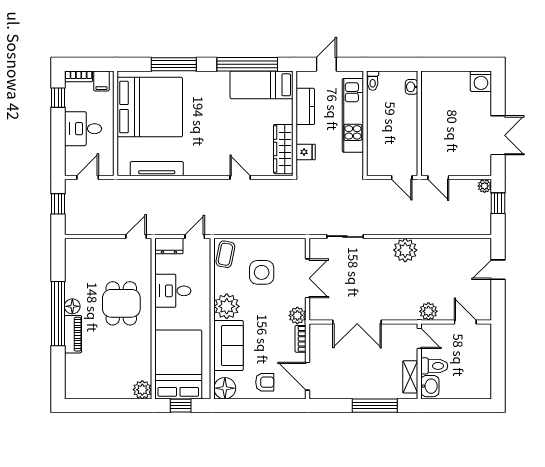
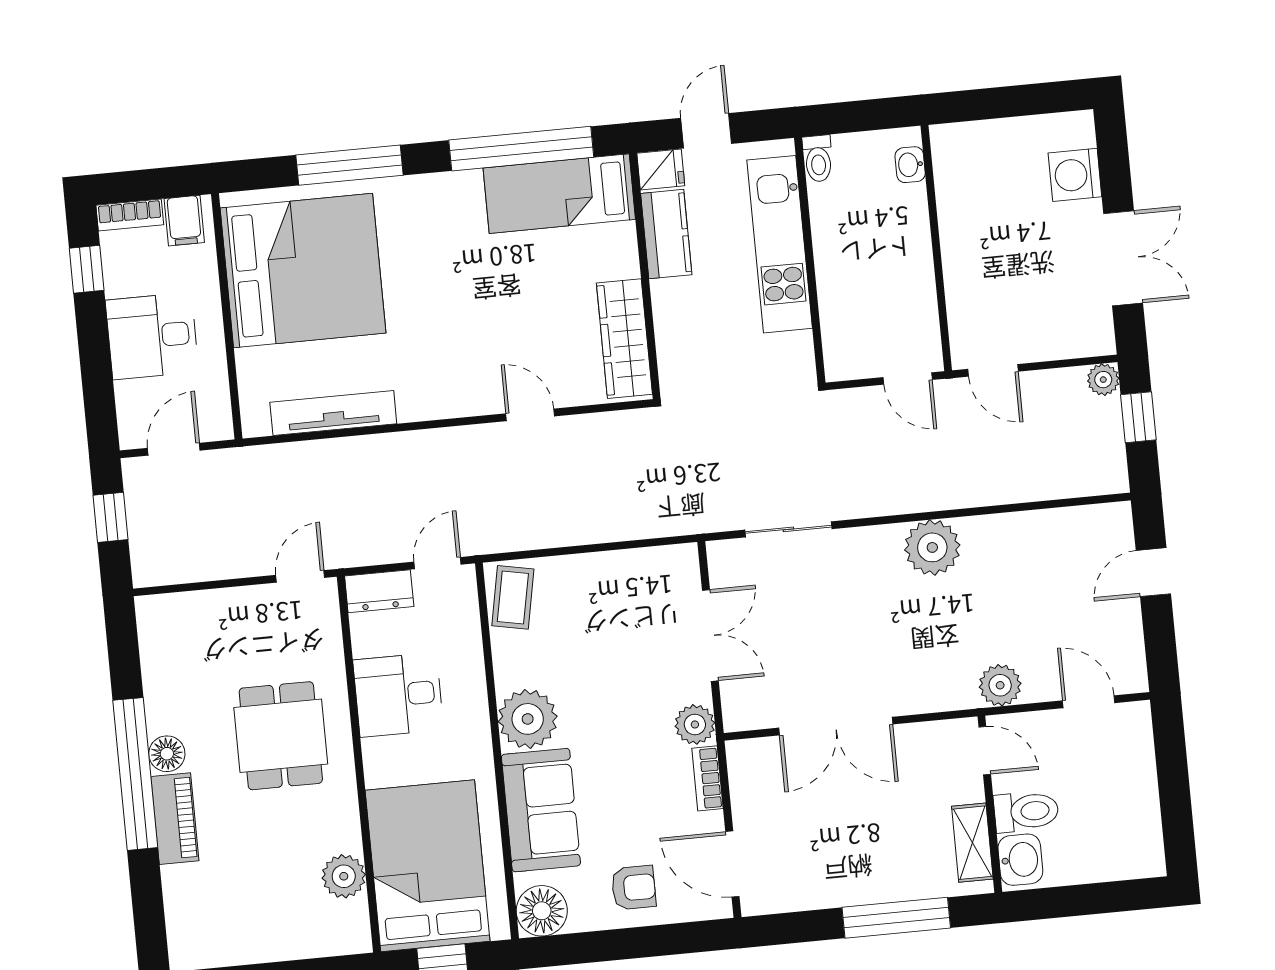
washing machine: (481, 81) -> (1075, 175), moved, turned 90
fridge: (306, 152) -> (661, 169), moved
side table: (262, 272) -> (602, 632), removed
plant: (142, 390) -> (344, 876), moved

